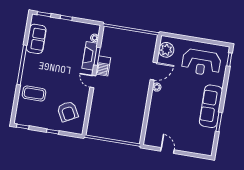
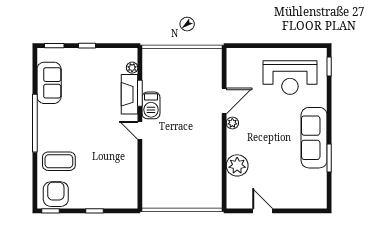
plant: (166, 50) -> (237, 165), moved
armchair: (68, 111) -> (56, 194), moved, turned -152

